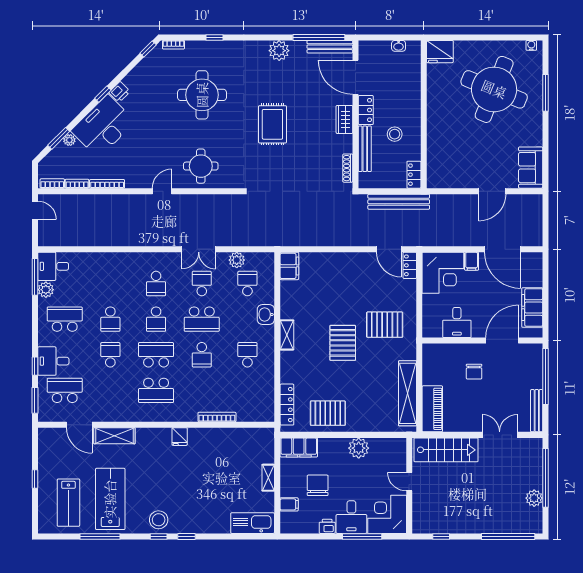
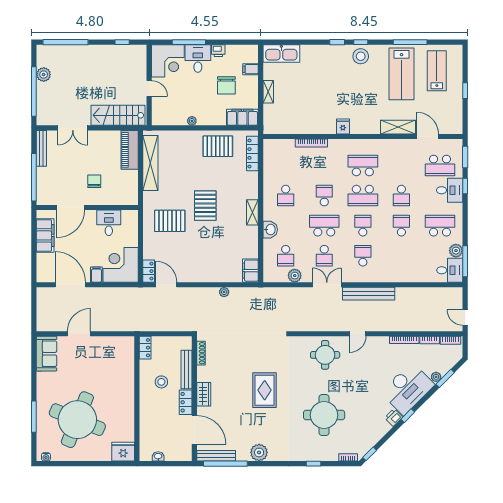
bench: (399, 202) -> (369, 294), moved
plant: (320, 240) -> (224, 292), added
school desk: (65, 319) -> (440, 226), turned 180
plant: (359, 448) -> (192, 121), width x0.53, depth x0.53

